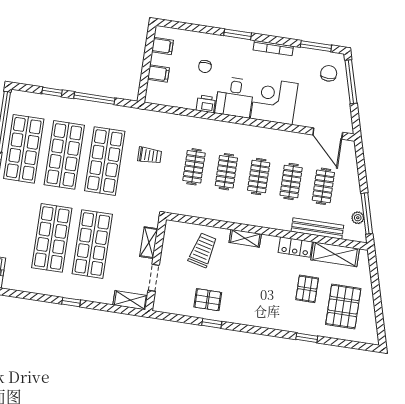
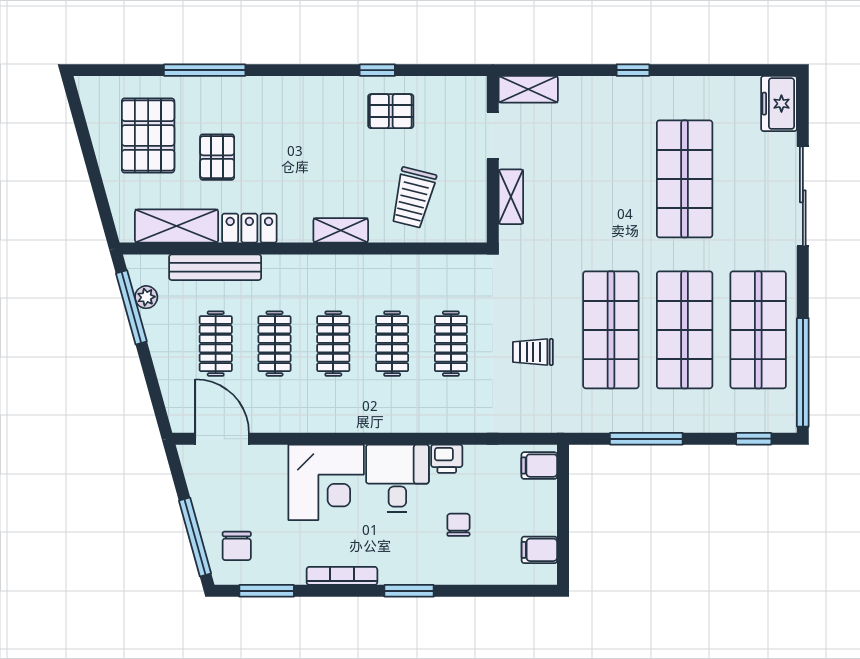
filing cabinet: (158, 73) -> (539, 466), moved
window: (52, 92) -> (754, 439), moved
shop shelf: (92, 244) -> (611, 179), removed
window: (307, 338) -> (205, 70), width x2.17

